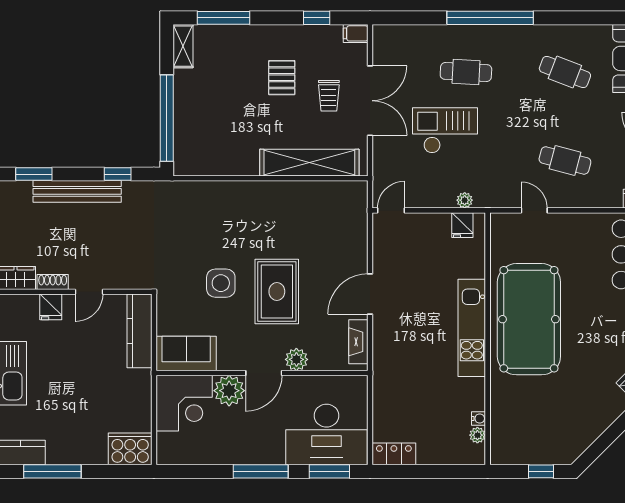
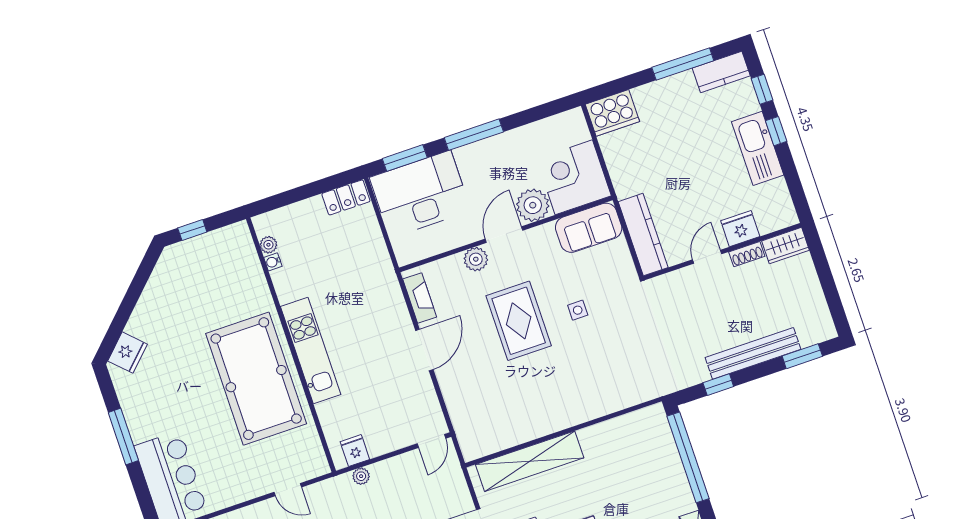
side table: (221, 283) -> (578, 310), width x0.54, depth x0.54
fridge: (51, 307) -> (740, 229), width x1.38

